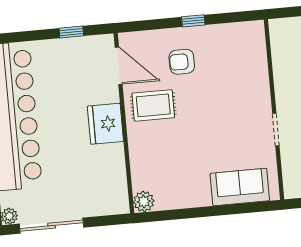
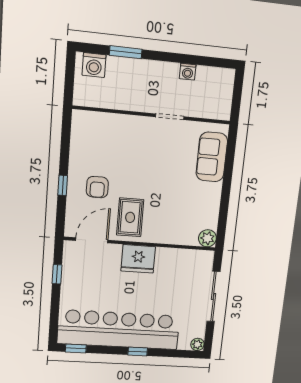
window: (193, 21) -> (63, 185), moved
sliding door: (52, 226) -> (214, 297), moved

